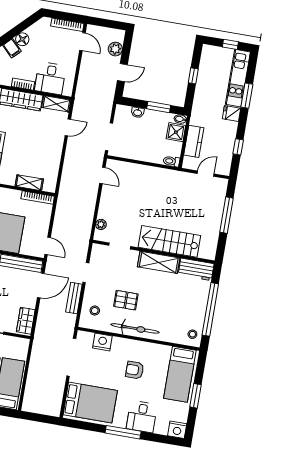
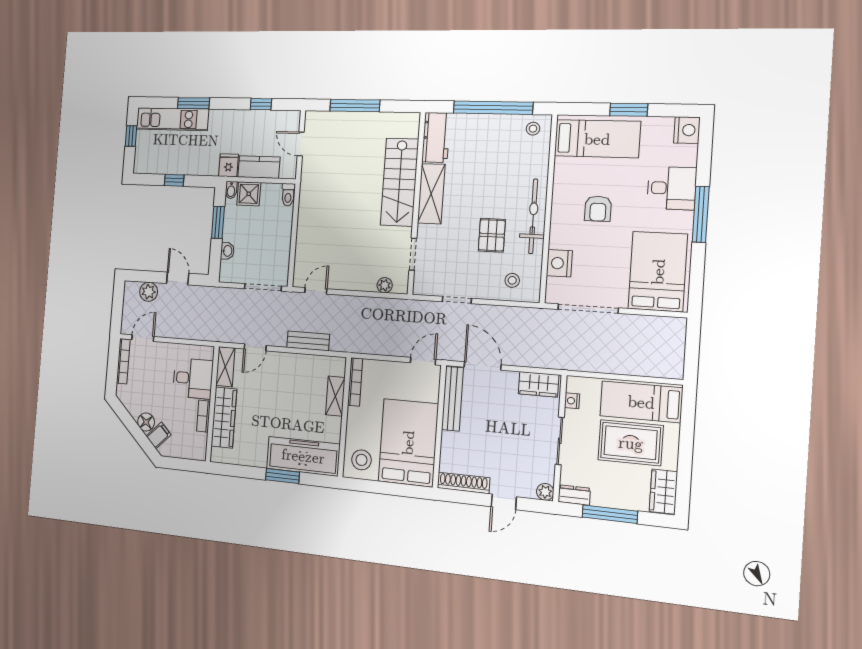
fridge: (231, 114) -> (229, 165), moved, turned 180
door: (68, 127) -> (255, 347), swing flipped
bench: (74, 298) -> (308, 341), moved
nightstand: (13, 341) -> (572, 401), added

